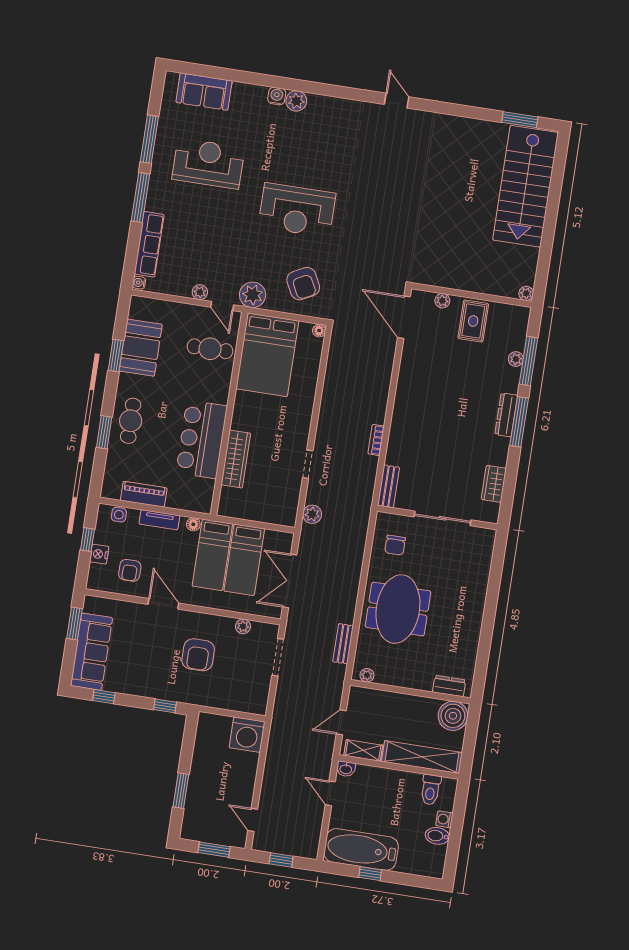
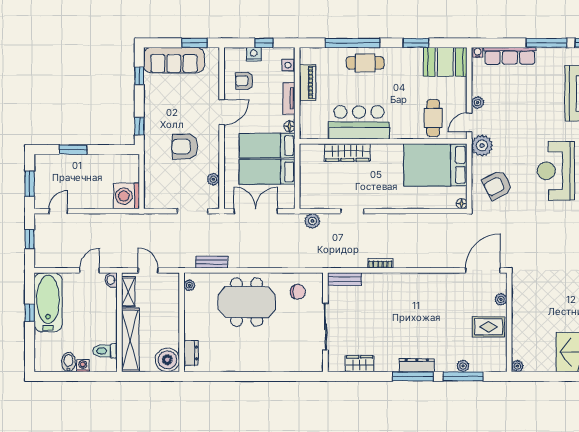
booth: (141, 348) -> (445, 62), moved
window: (104, 432) -> (353, 43), width x2.11
chair: (395, 545) -> (298, 292), turned 180

